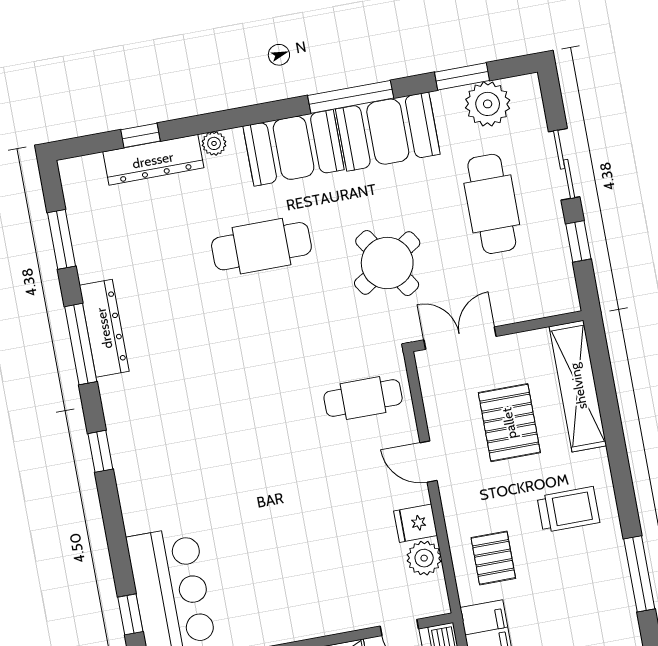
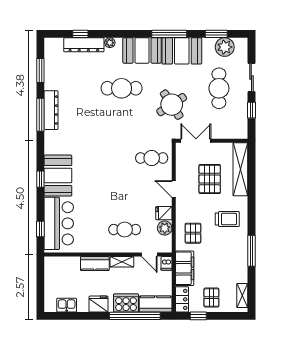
window: (100, 451) -> (40, 179), moved
booth: (149, 480) -> (58, 176), added
cafe table: (330, 579) -> (125, 230), added

